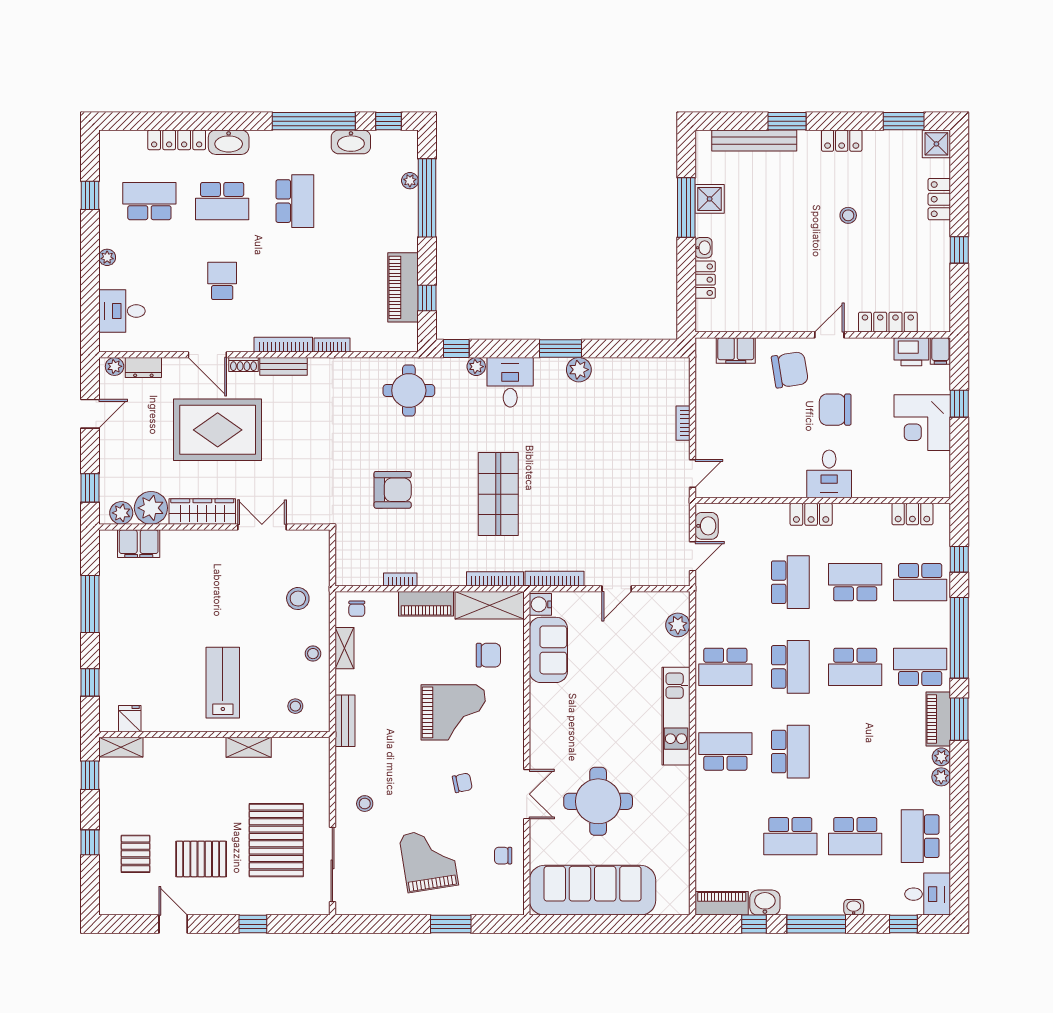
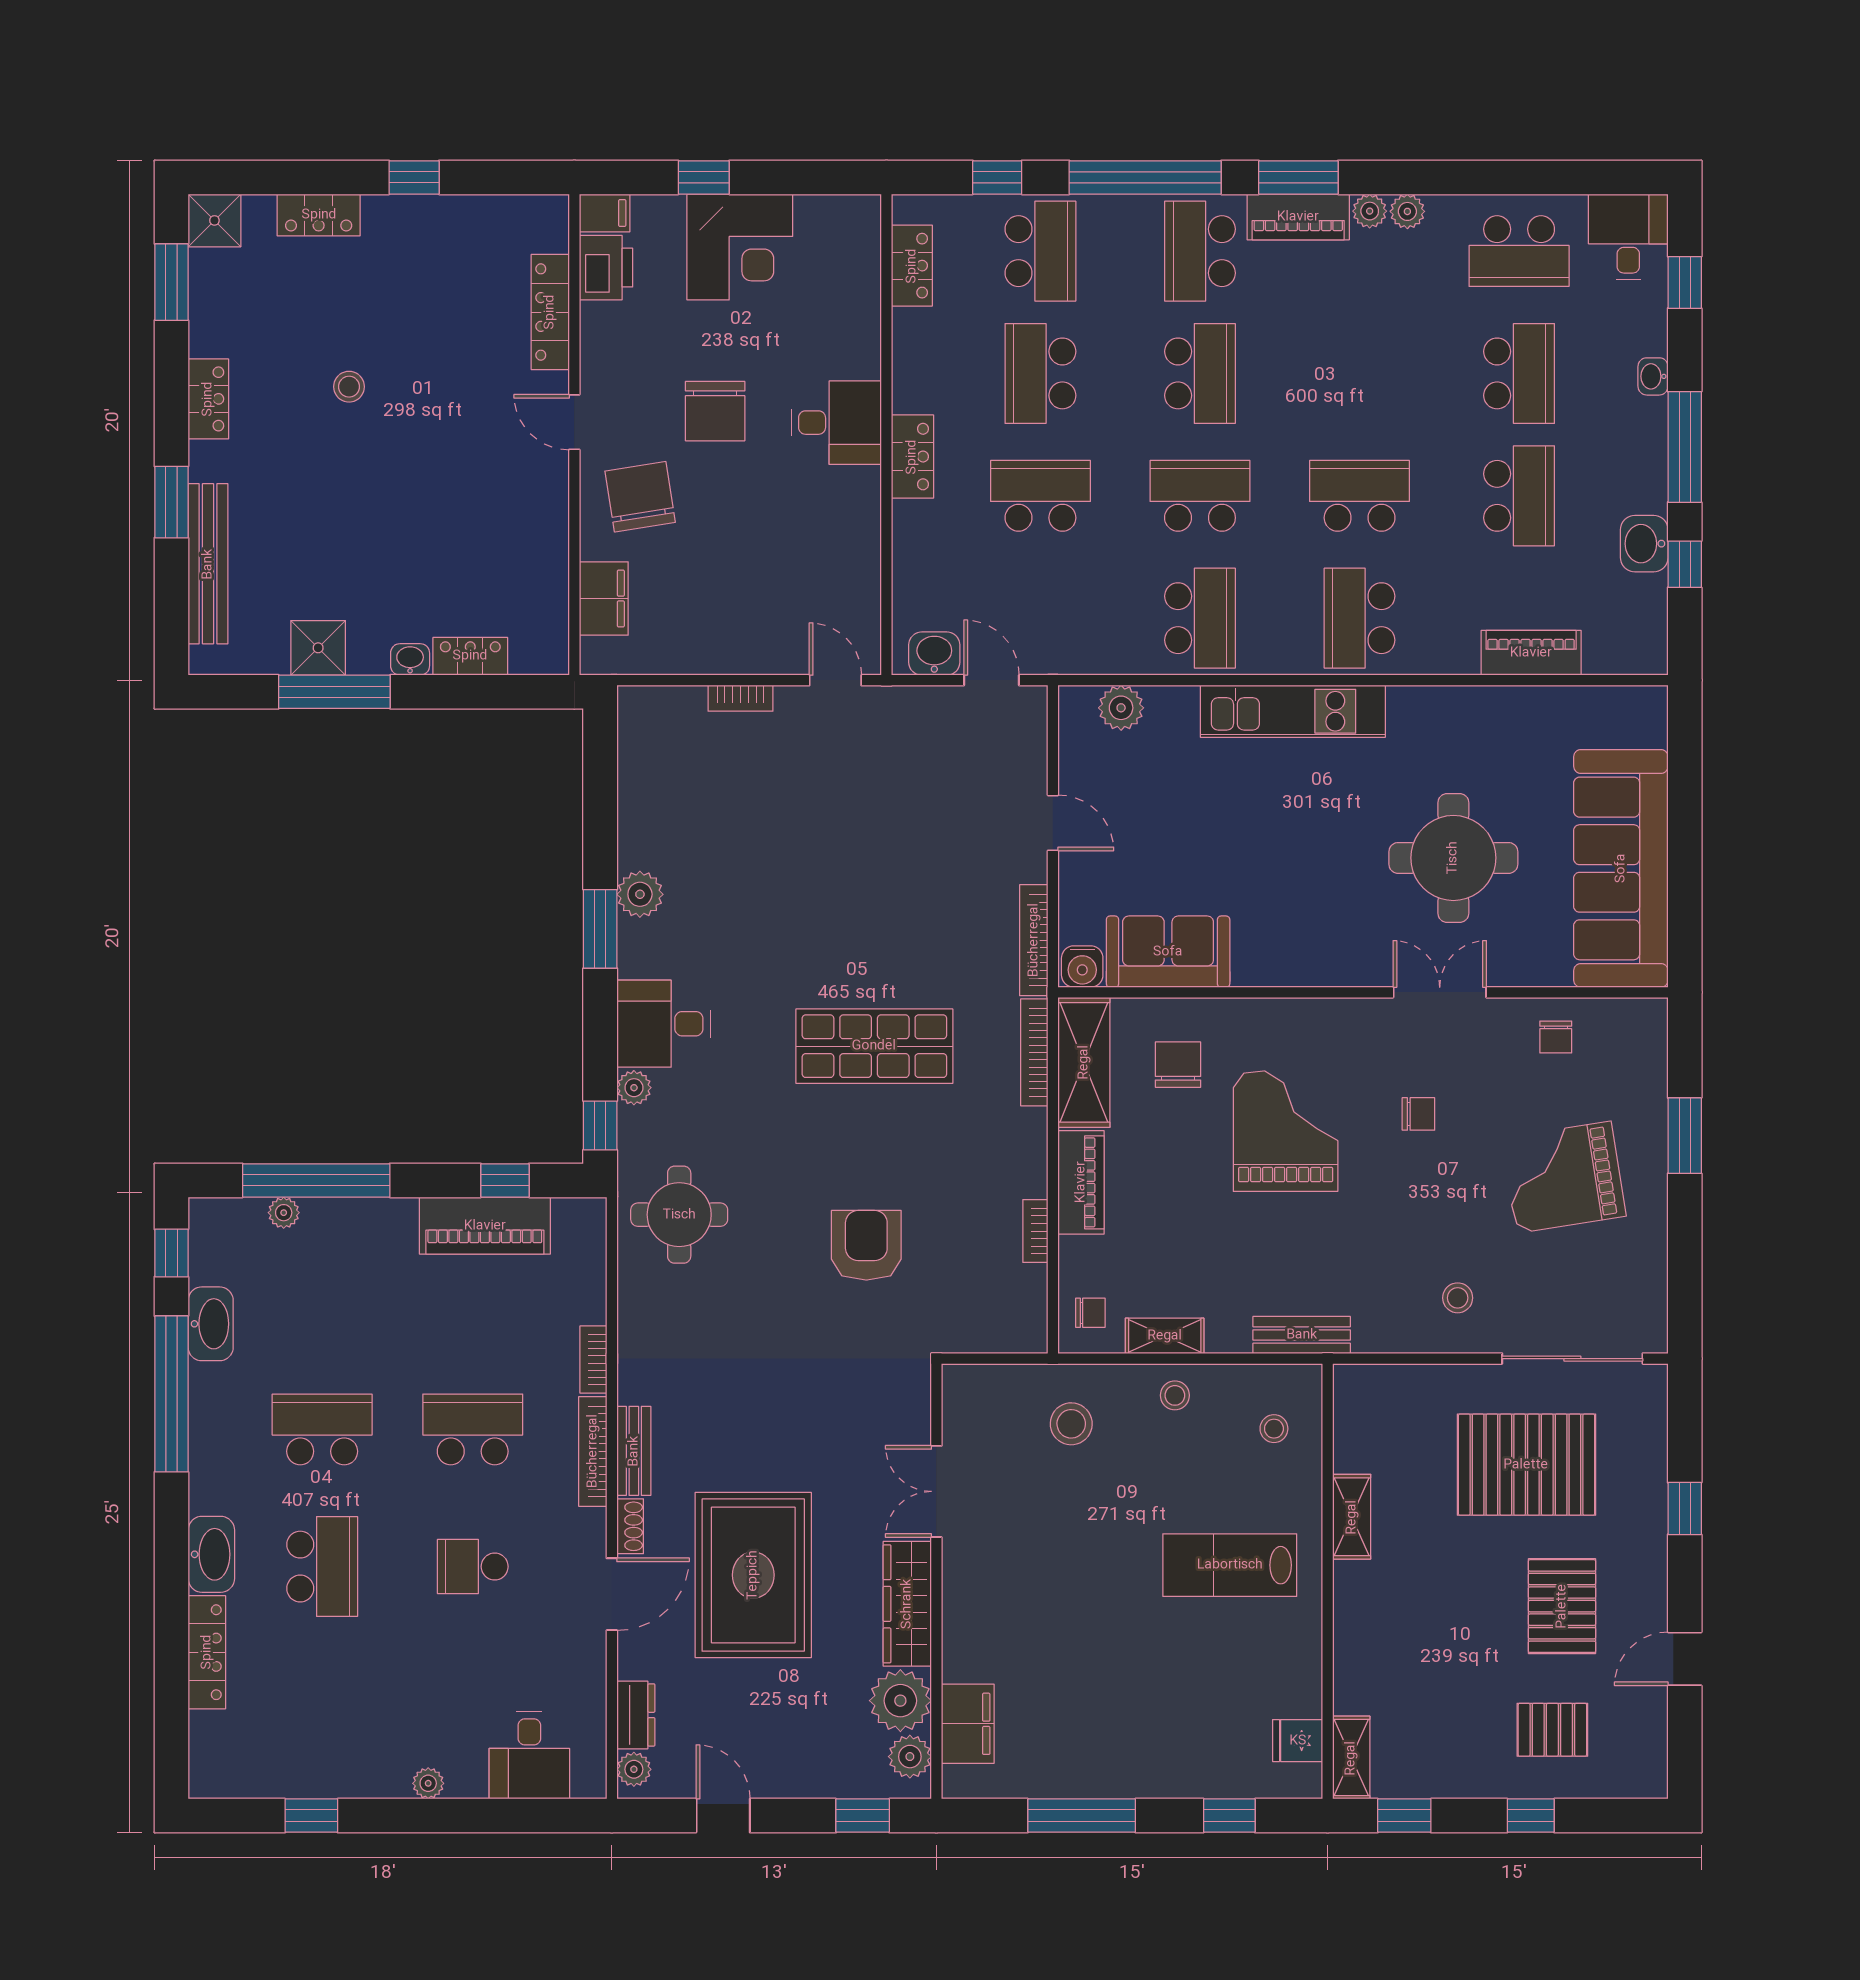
school desk: (149, 201) -> (473, 1429), moved, turned 90
chair: (462, 783) -> (1418, 1114), turned 102
piano: (722, 903) -> (1531, 653), moved, turned 90

